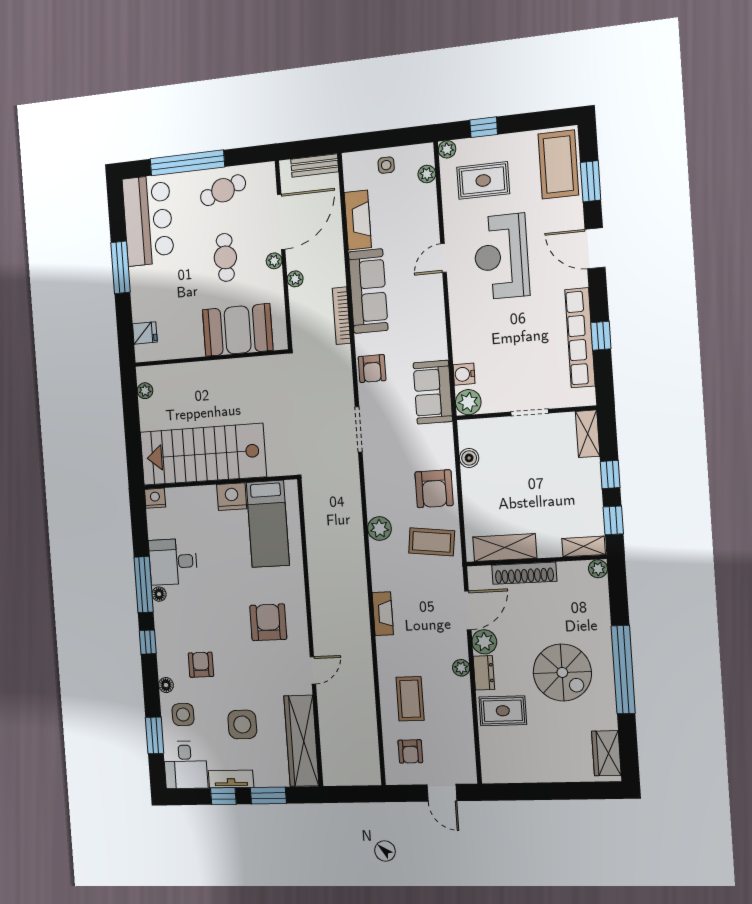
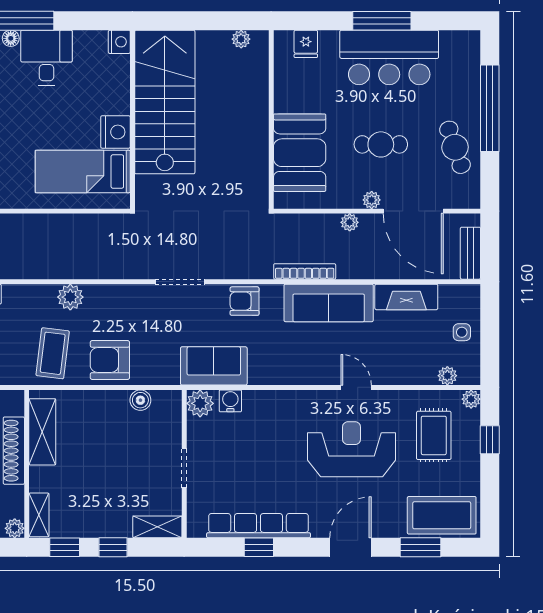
bar counter: (148, 220) -> (389, 57), moved

